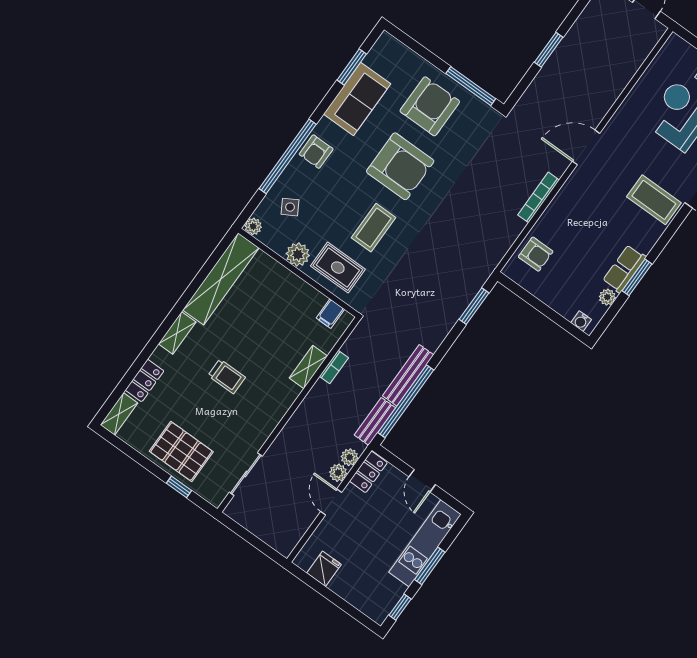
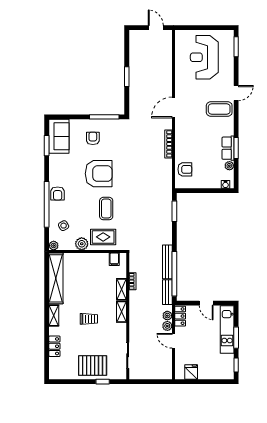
sofa: (357, 99) -> (59, 136), moved
armchair: (430, 106) -> (93, 138), width x0.53, depth x0.53
shelving: (119, 414) -> (121, 312), moved

